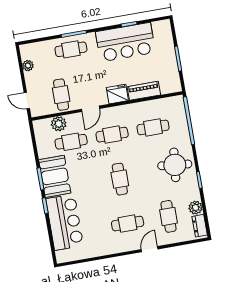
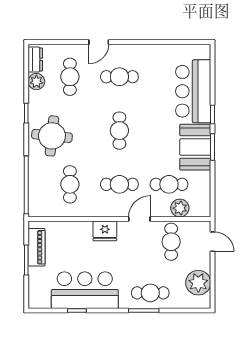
plant: (28, 66) -> (198, 283), width x1.87, depth x1.87
piano: (144, 91) -> (37, 247), moved, turned -90
cafe table: (153, 127) -> (70, 184), turned 90

